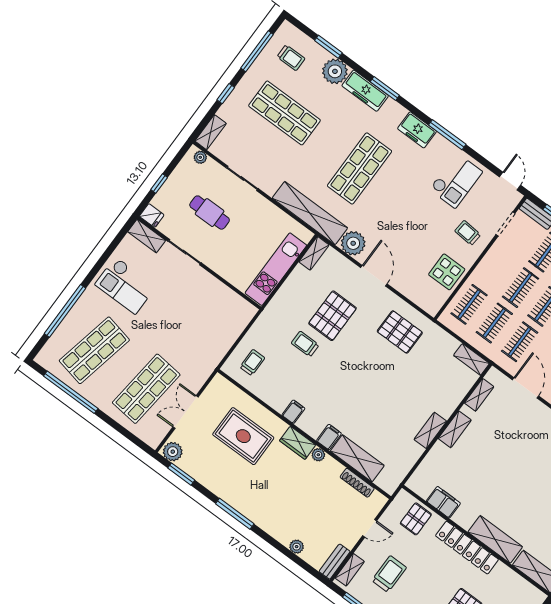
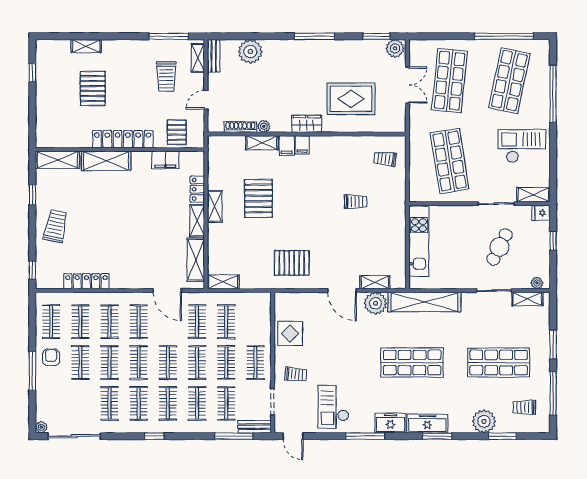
freezer: (365, 91) -> (427, 424), moved
window: (226, 94) -> (553, 345), width x1.50
shelving: (211, 132) -> (527, 299), moved, turned 90
shop shelf: (359, 168) -> (412, 363), turned 90
cafe table: (210, 213) -> (500, 247), turned -63
shelving: (314, 253) -> (375, 282), moved, turned 90
clothes rail: (469, 304) -> (255, 363), moved
pallet: (332, 316) -> (258, 198), moved
shop shelf: (198, 319) -> (450, 161), added
trolley: (252, 363) -> (385, 159), turned 97
shelving: (479, 395) -> (196, 260), width x1.50, depth x1.33
filing cabinet: (293, 412) -> (302, 145), moved
plant: (318, 455) -> (264, 126), moved
locker: (434, 456) -> (197, 189), added
shelving: (357, 458) -> (262, 143), width x0.67, depth x0.75
plant: (297, 547) -> (250, 51), width x1.87, depth x1.87

